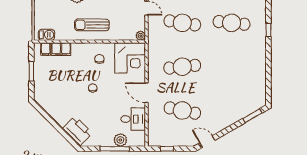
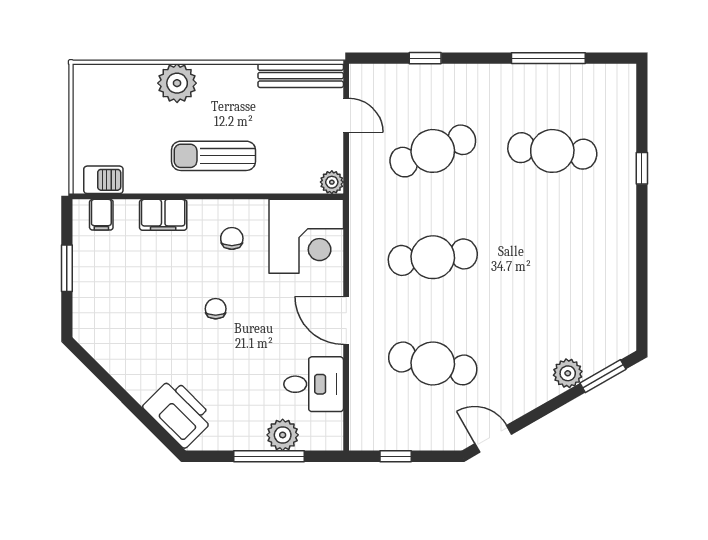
cafe table: (182, 23) -> (433, 151), turned -30
filing cabinet: (61, 49) -> (163, 215), moved
plant: (238, 115) -> (568, 373), added

